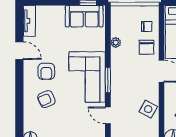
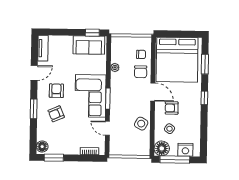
door: (19, 51) -> (34, 73), hinge flipped
armchair: (46, 71) -> (56, 91), turned 180
window: (19, 94) -> (34, 109), added

